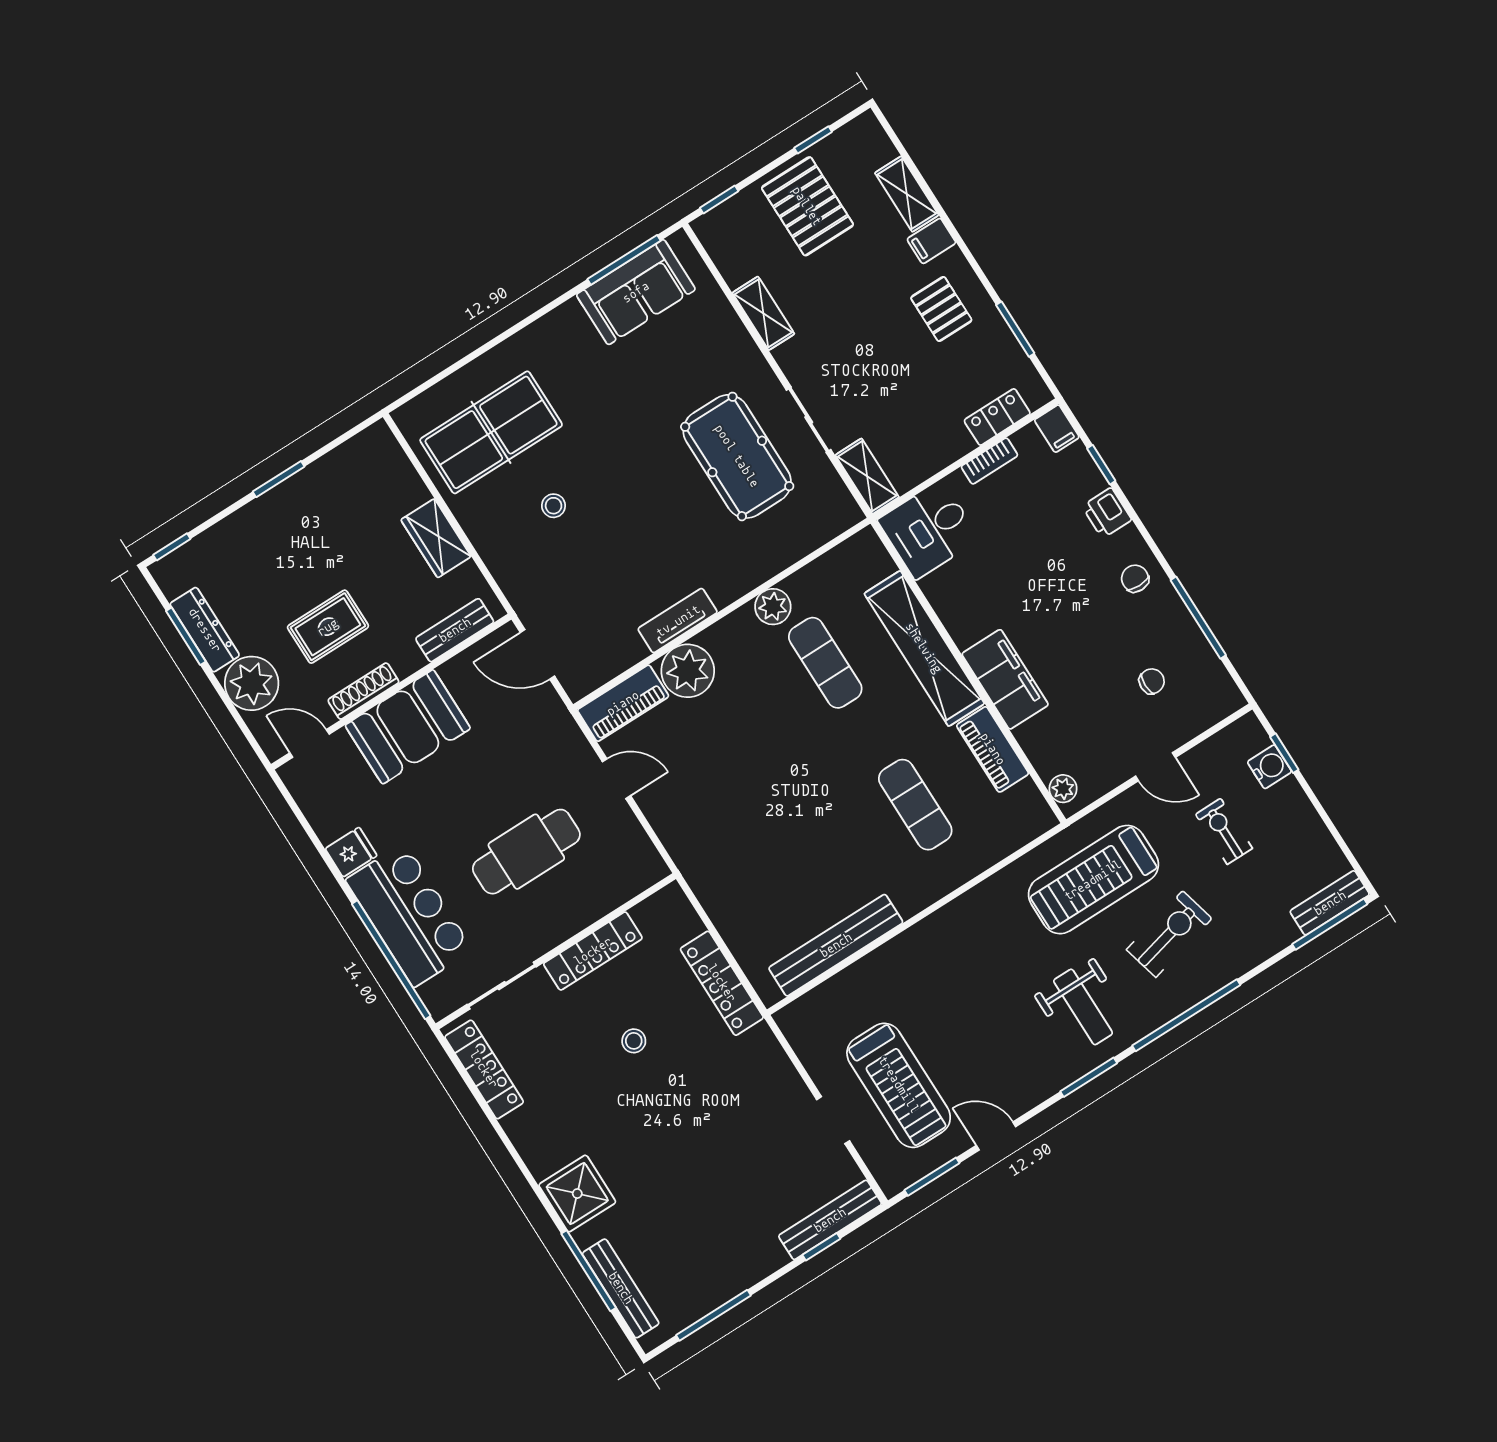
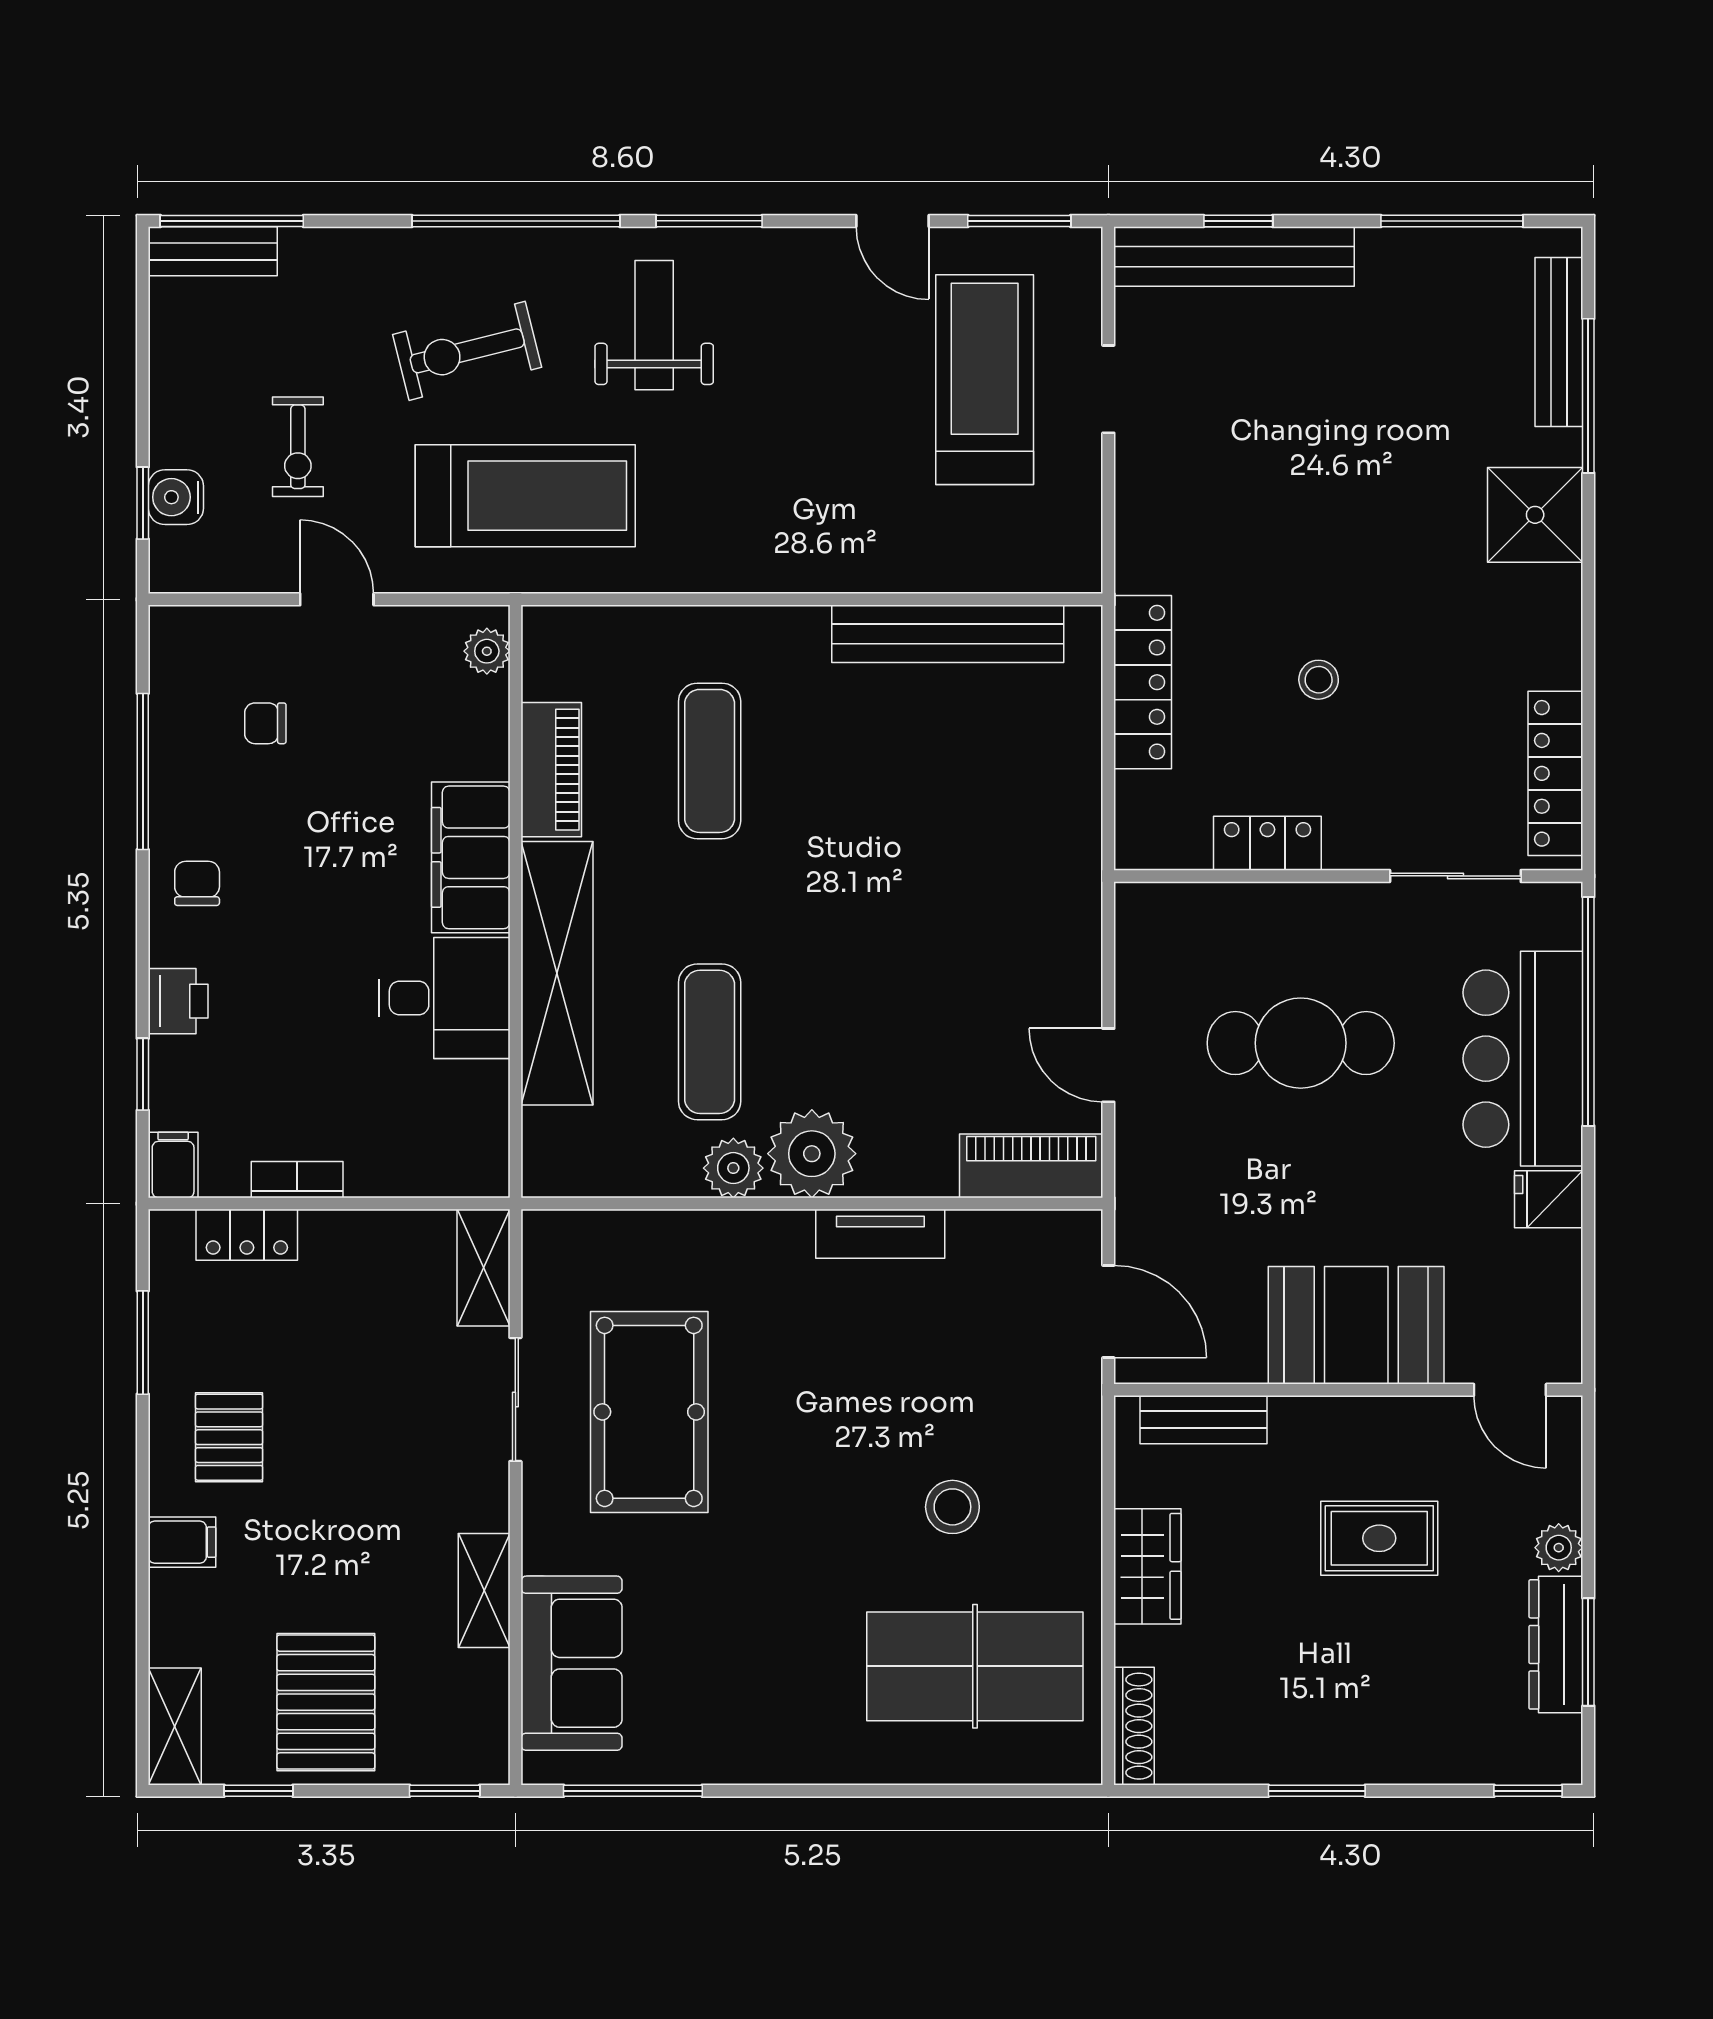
shelving: (907, 194) -> (175, 1727), moved
sofa: (636, 292) -> (572, 1663), moved, turned 90
stool: (554, 506) -> (952, 1507), width x1.37, depth x1.37
desk: (929, 530) -> (444, 998), moved
chair: (1135, 578) -> (197, 883), turned 180
plant: (688, 671) -> (812, 1154), moved
plant: (252, 683) -> (1559, 1548), width x0.53, depth x0.53
shoe rack: (363, 691) -> (1134, 1726), moved, turned -90
locker: (593, 951) -> (1267, 843), width x0.66
bench: (830, 1220) -> (1234, 256), width x1.37, depth x1.21

